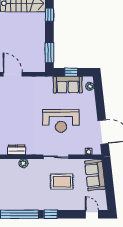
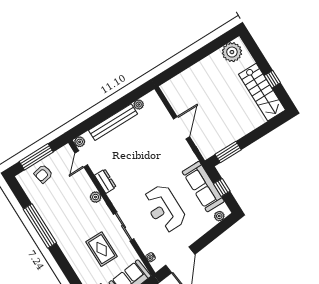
window: (49, 15) -> (267, 127), removed
sofa: (68, 85) -> (203, 187), width x1.36
window: (51, 214) -> (60, 259), removed

